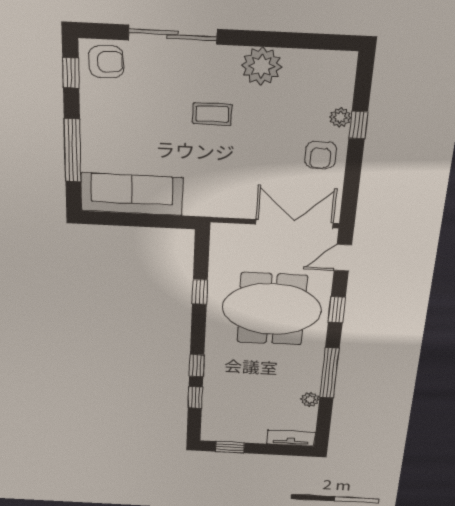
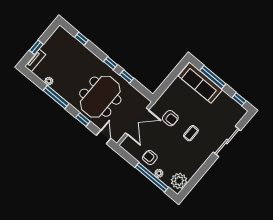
armchair: (106, 62) -> (170, 118), moved, turned -86
plant: (262, 66) -> (179, 181), moved
window: (358, 125) -> (152, 177), width x3.17
sofa: (132, 194) -> (200, 83), moved, turned 90
double door: (294, 224) -> (137, 121), moved
window: (197, 366) -> (111, 63), moved
window: (230, 447) -> (36, 47), moved

